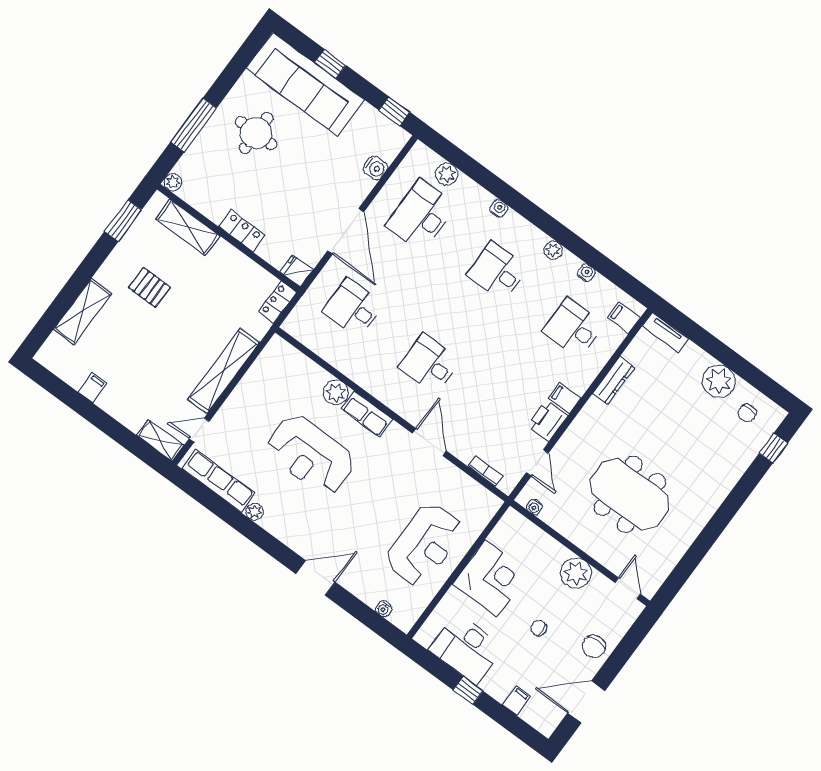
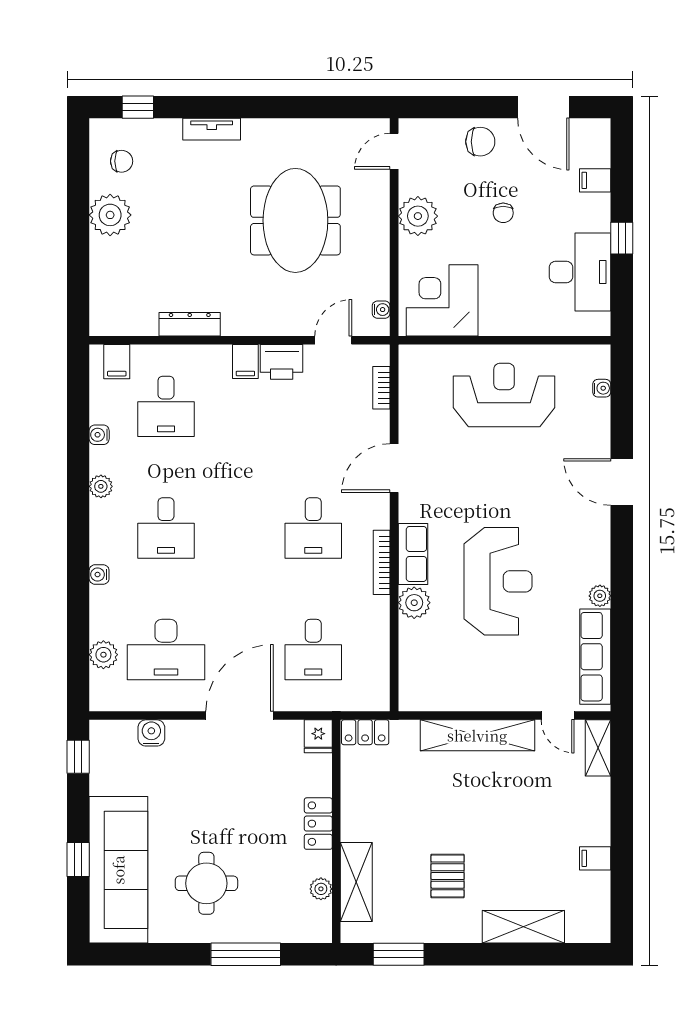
plant: (173, 182) -> (321, 889), moved
tv unit: (665, 332) -> (212, 129), moved, turned 90
bookcase: (376, 391) -> (382, 562), added
corner desk: (491, 578) -> (442, 300), moved

